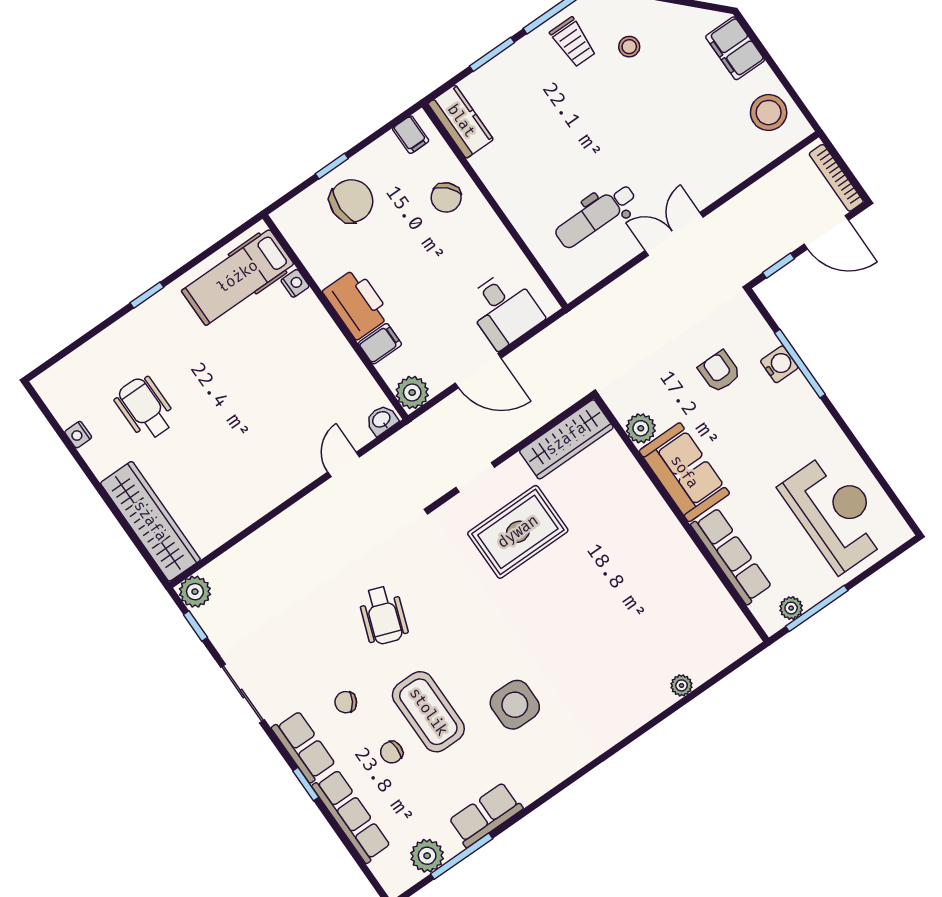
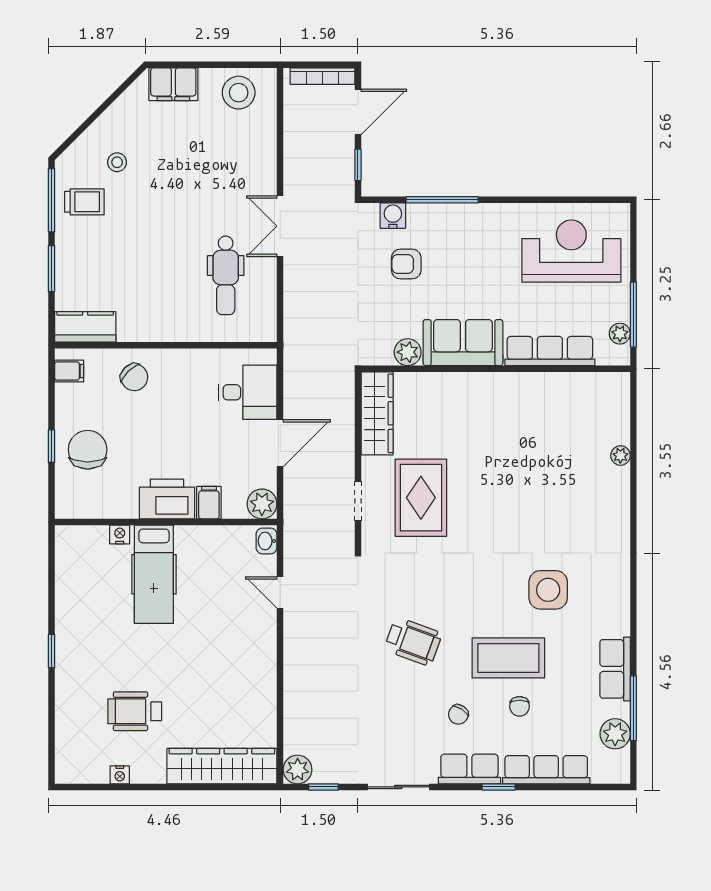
hospital bed: (238, 277) -> (154, 574), moved
water cooler: (779, 364) -> (393, 216), moved

